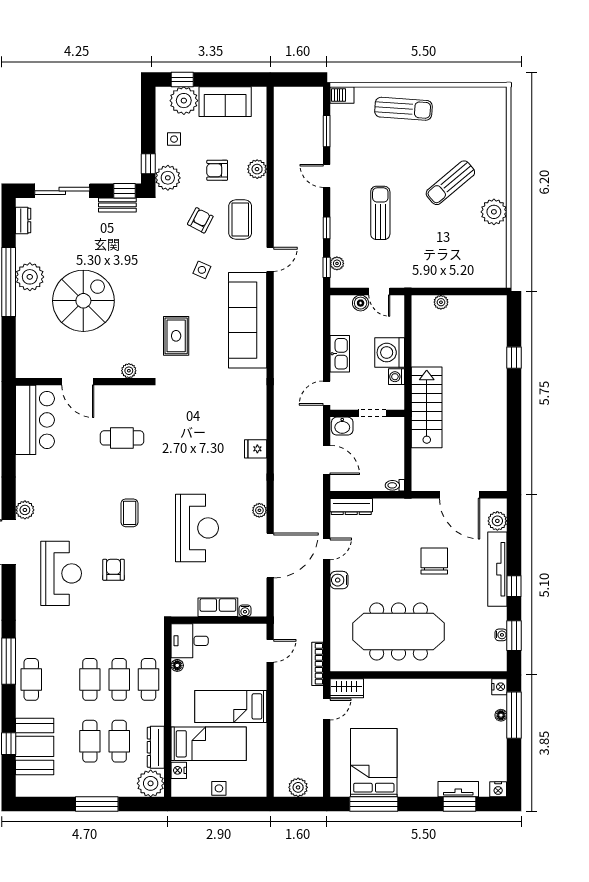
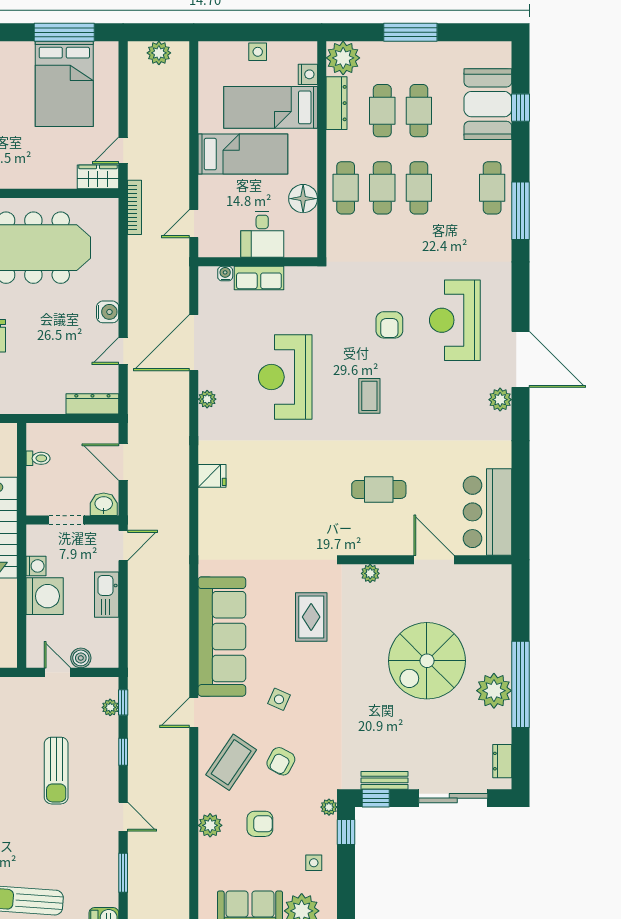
plant: (168, 178) -> (329, 807), width x0.53, depth x0.53
coffee table: (240, 219) -> (231, 762), turned 34
toilet: (395, 485) -> (38, 458), moved
desk: (190, 641) -> (262, 234), moved, turned 90
floor lamp: (177, 665) -> (303, 199), width x1.89, depth x1.89

